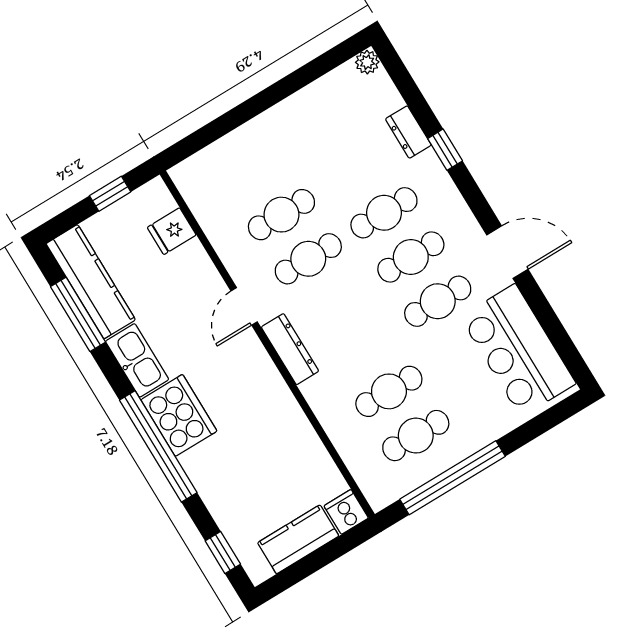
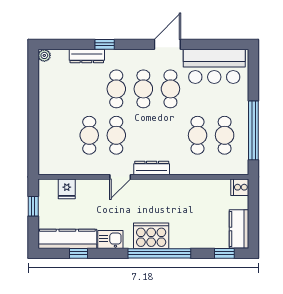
dresser: (408, 132) -> (87, 56), width x1.44
door: (244, 306) -> (120, 177), hinge flipped
window: (78, 314) -> (78, 253), width x0.46
kitchen sink: (137, 360) -> (110, 239), width x0.73
kitchen counter: (298, 539) -> (239, 229), moved

